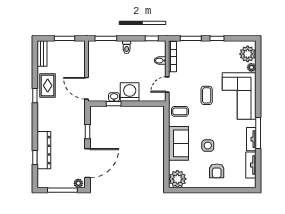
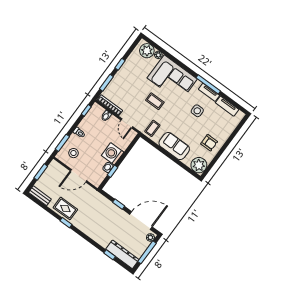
stool: (104, 56) -> (73, 153), added
door: (87, 88) -> (79, 176), moved
side table: (208, 146) -> (197, 111), moved
dresser: (44, 150) -> (122, 254), moved
door: (87, 163) -> (141, 221), hinge flipped
armchair: (217, 171) -> (209, 143), moved

